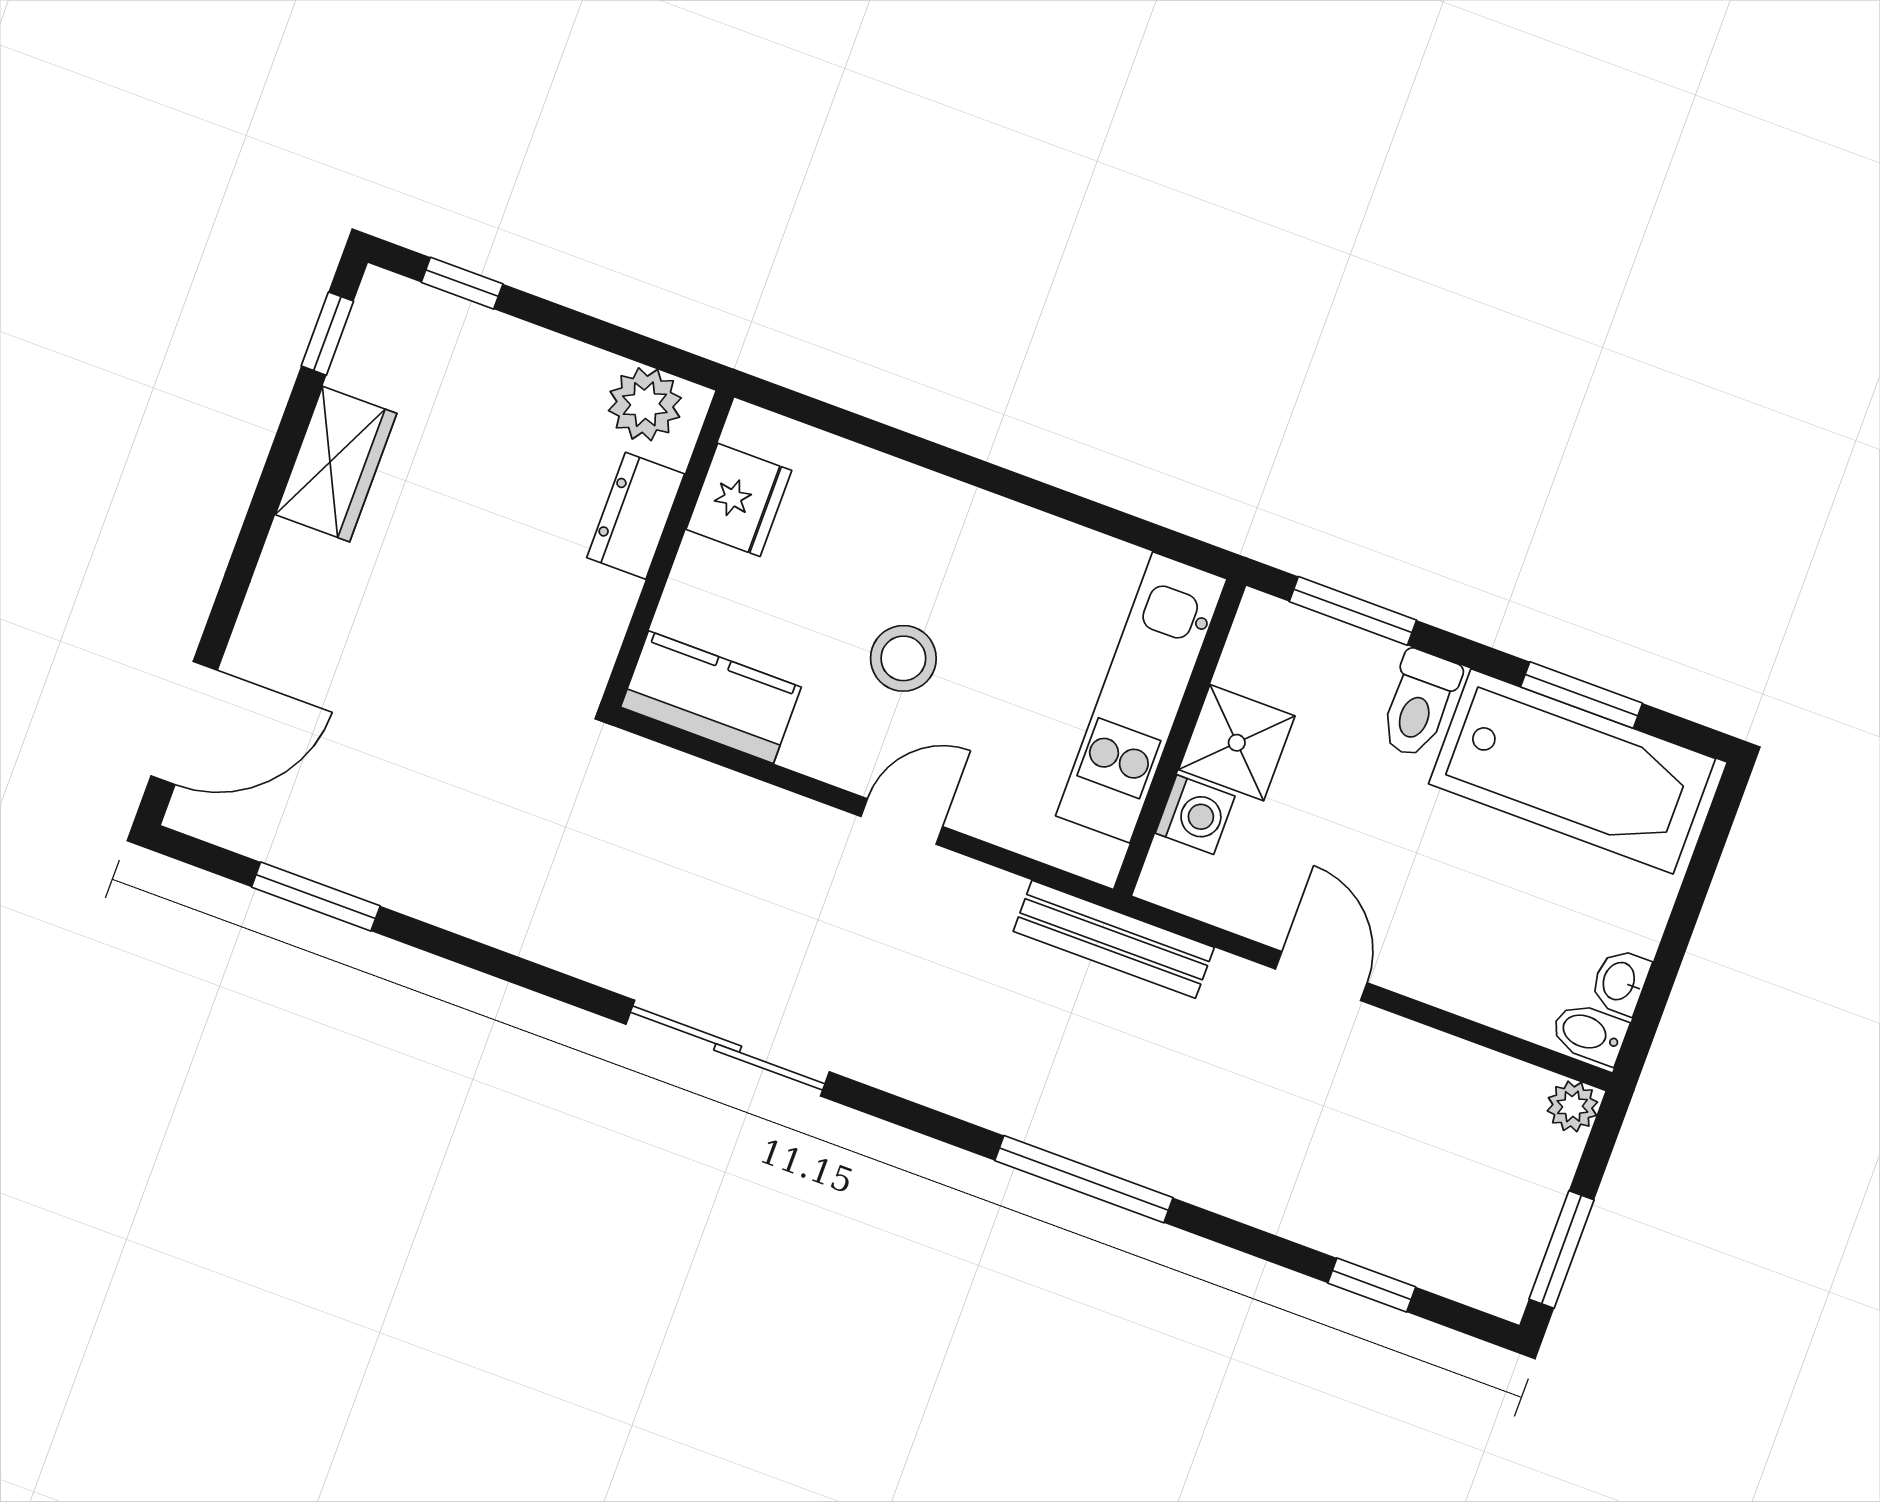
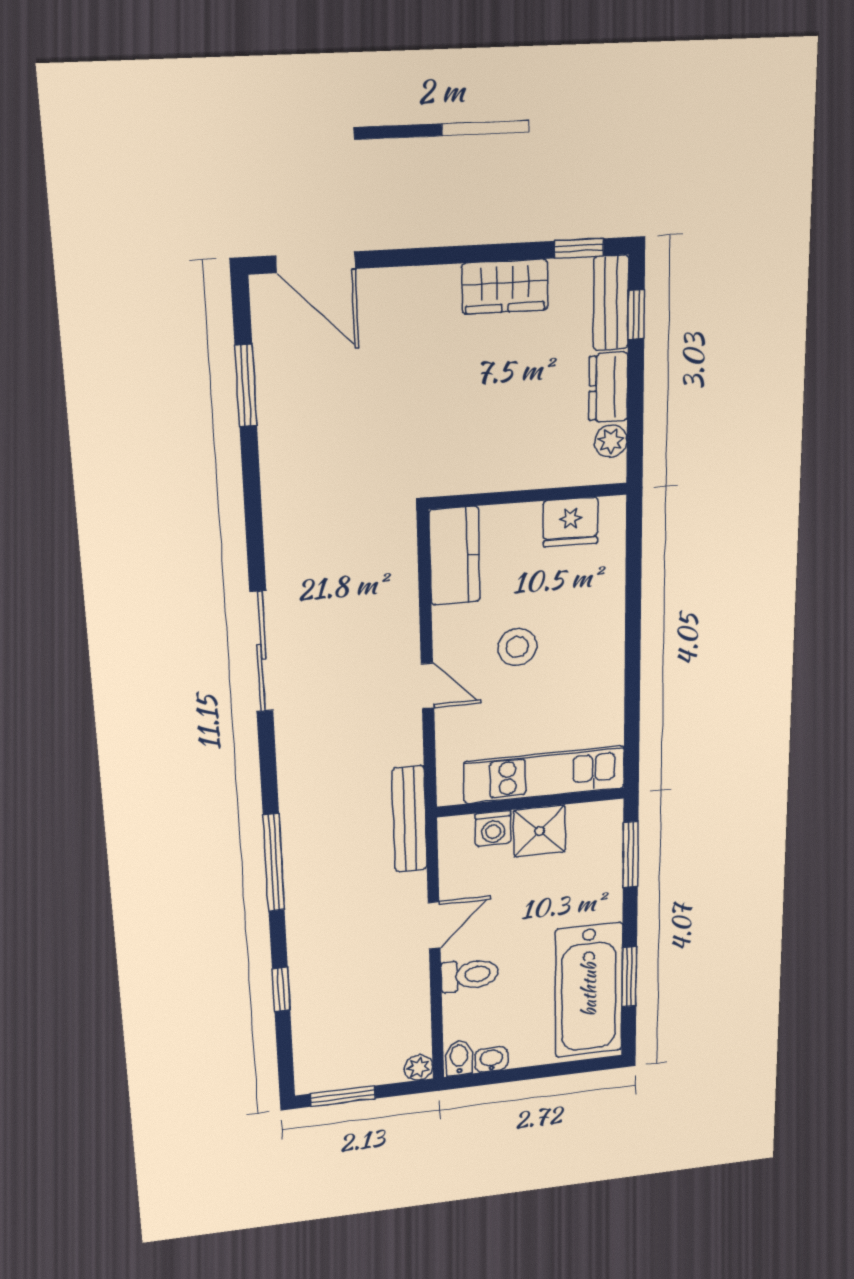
bench: (428, 315) -> (611, 303), added
plant: (645, 404) -> (611, 441), width x0.73, depth x0.73
dresser: (636, 516) -> (608, 387), moved, turned -90
toilet: (1419, 704) -> (470, 975), moved, turned 180
window: (1372, 1285) -> (281, 989), moved

